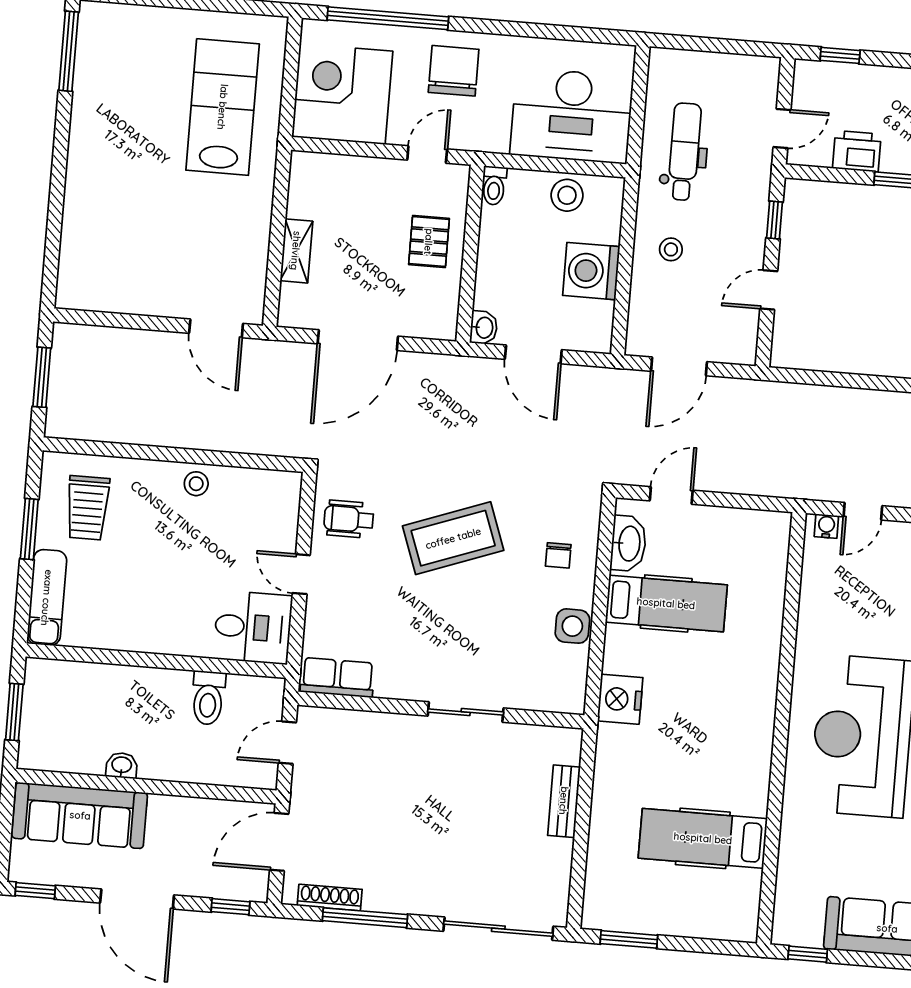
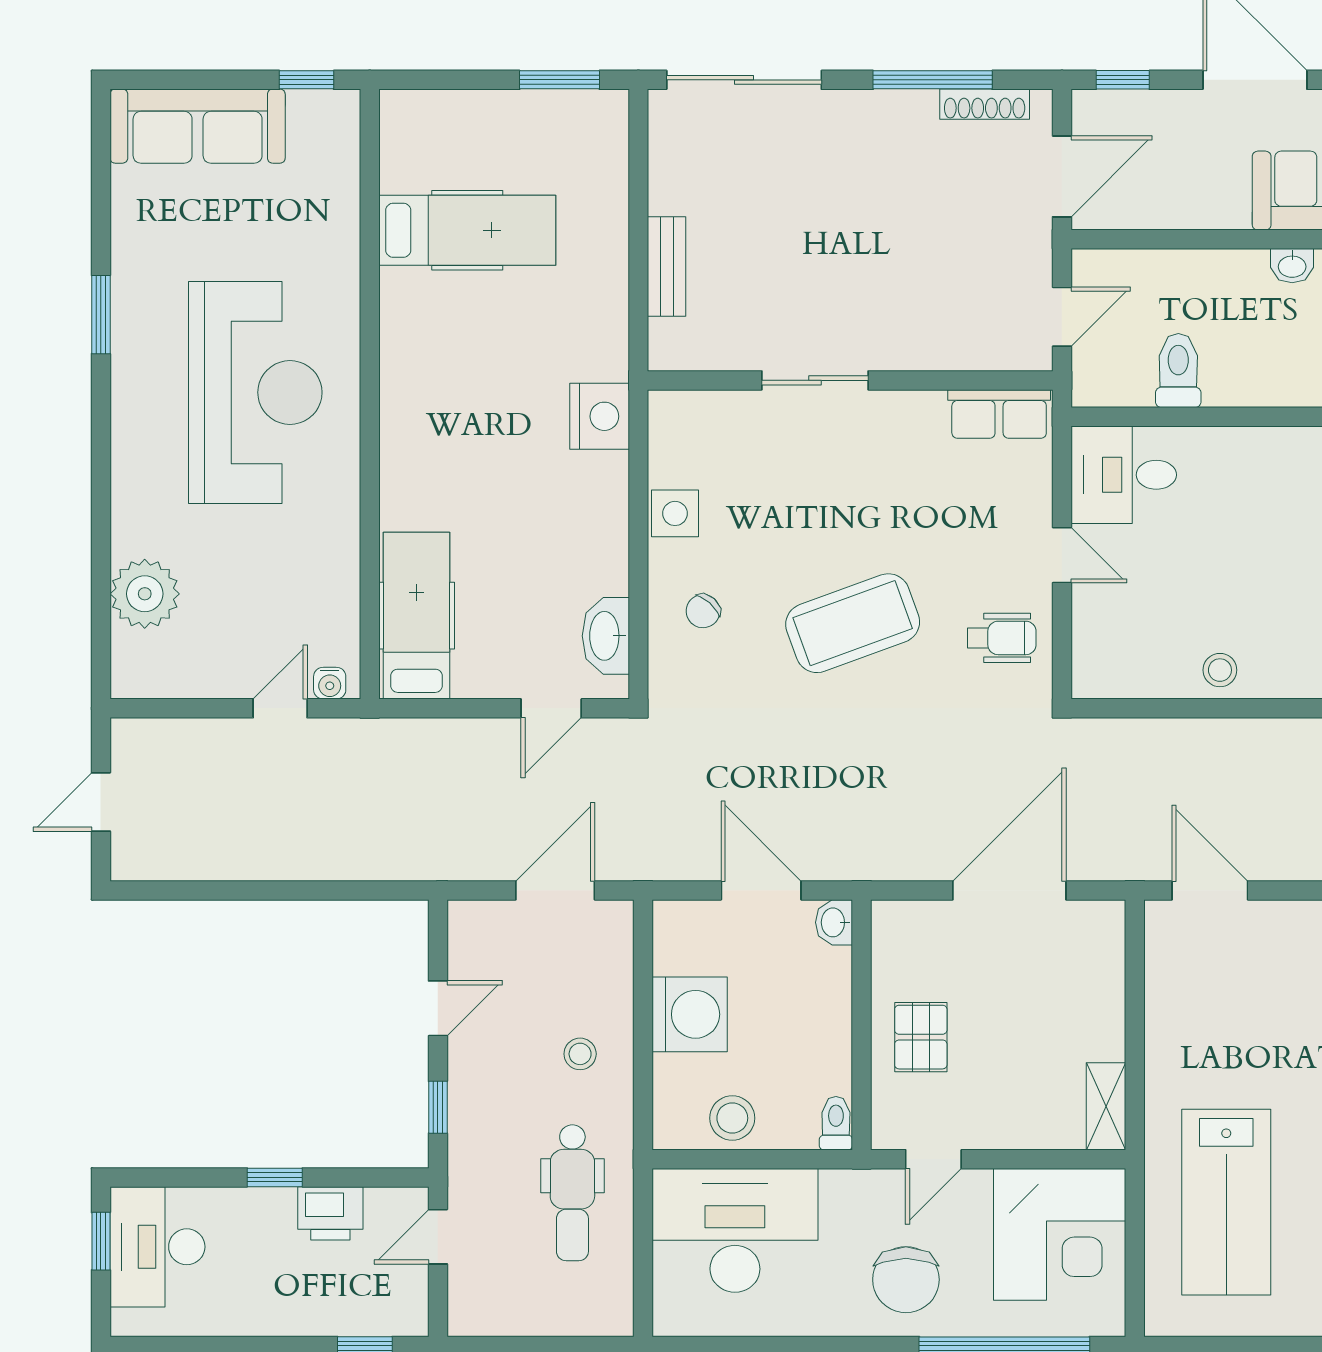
shelving: (296, 251) -> (1106, 1106), moved
chair: (558, 555) -> (703, 611), turned -138
hospital bed: (666, 603) -> (417, 616), moved, turned 90

